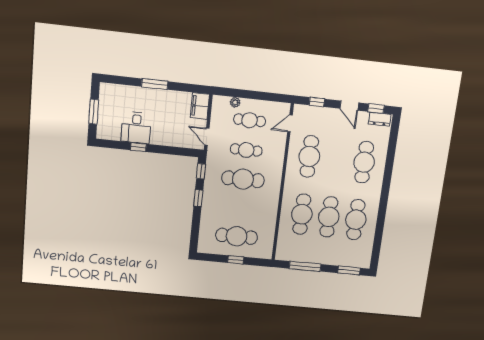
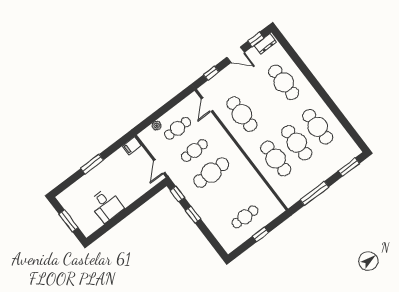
filing cabinet: (200, 106) -> (132, 146), width x0.50
door: (207, 137) -> (159, 167), hinge flipped
window: (138, 147) -> (120, 217), removed
cafe table: (237, 236) -> (245, 217), width x0.73, depth x0.74

